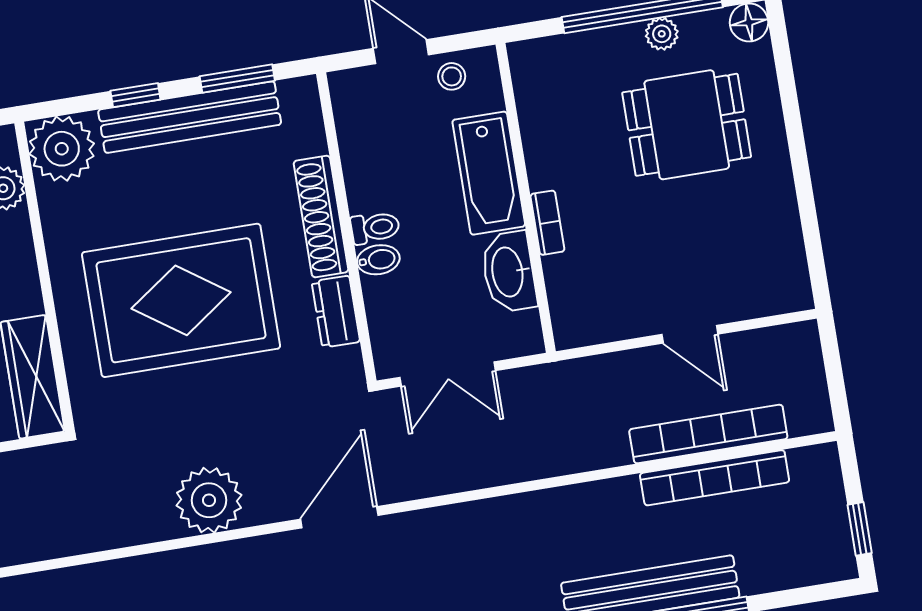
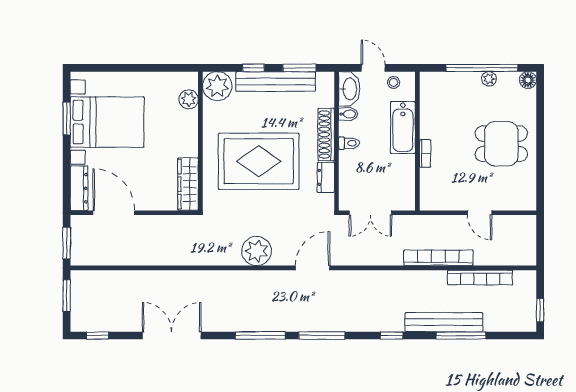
dining table: (687, 125) -> (501, 144), moved
bidet: (378, 260) -> (348, 114), moved
washbasin: (509, 272) -> (349, 89), moved, turned 180
bookcase: (708, 434) -> (438, 258), moved

